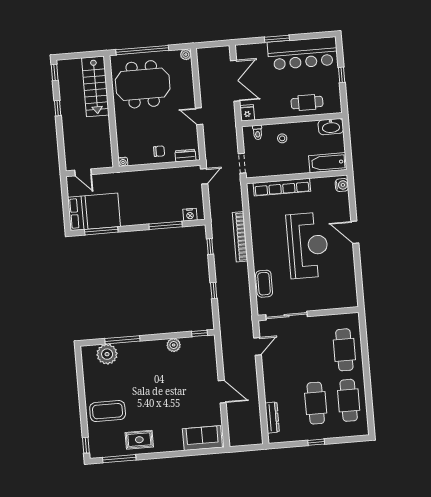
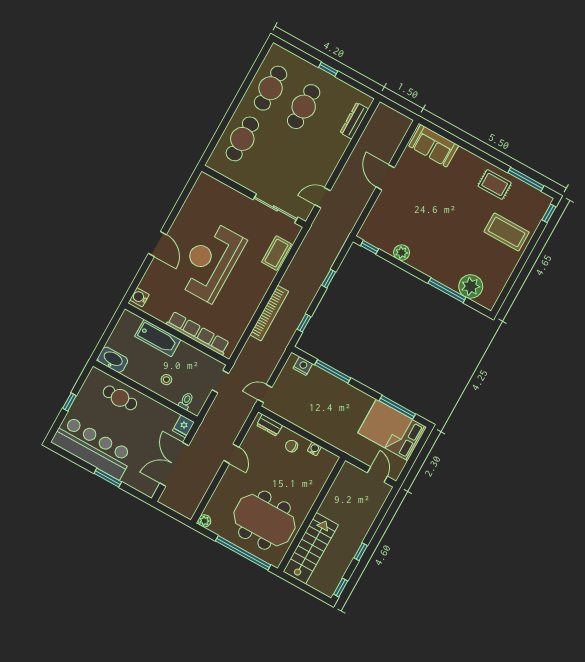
water cooler: (123, 162) -> (314, 449), moved
bathtub: (328, 163) -> (158, 338), moved

